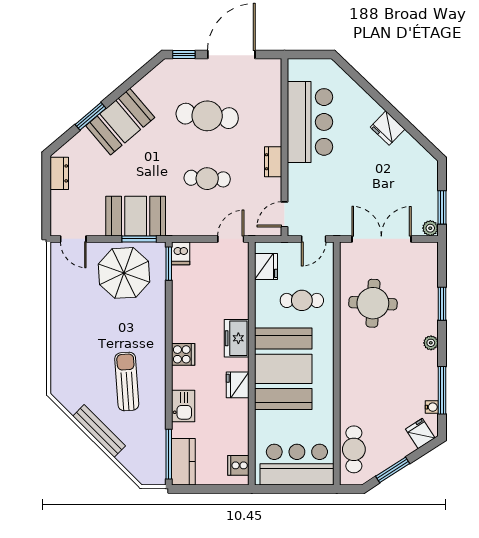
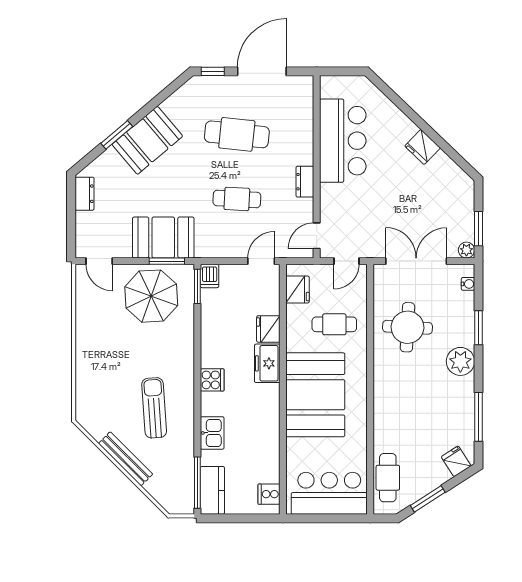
plant: (431, 343) -> (460, 361), width x1.88, depth x1.88
fridge: (238, 385) -> (268, 329), moved
water cooler: (432, 407) -> (468, 284), moved

